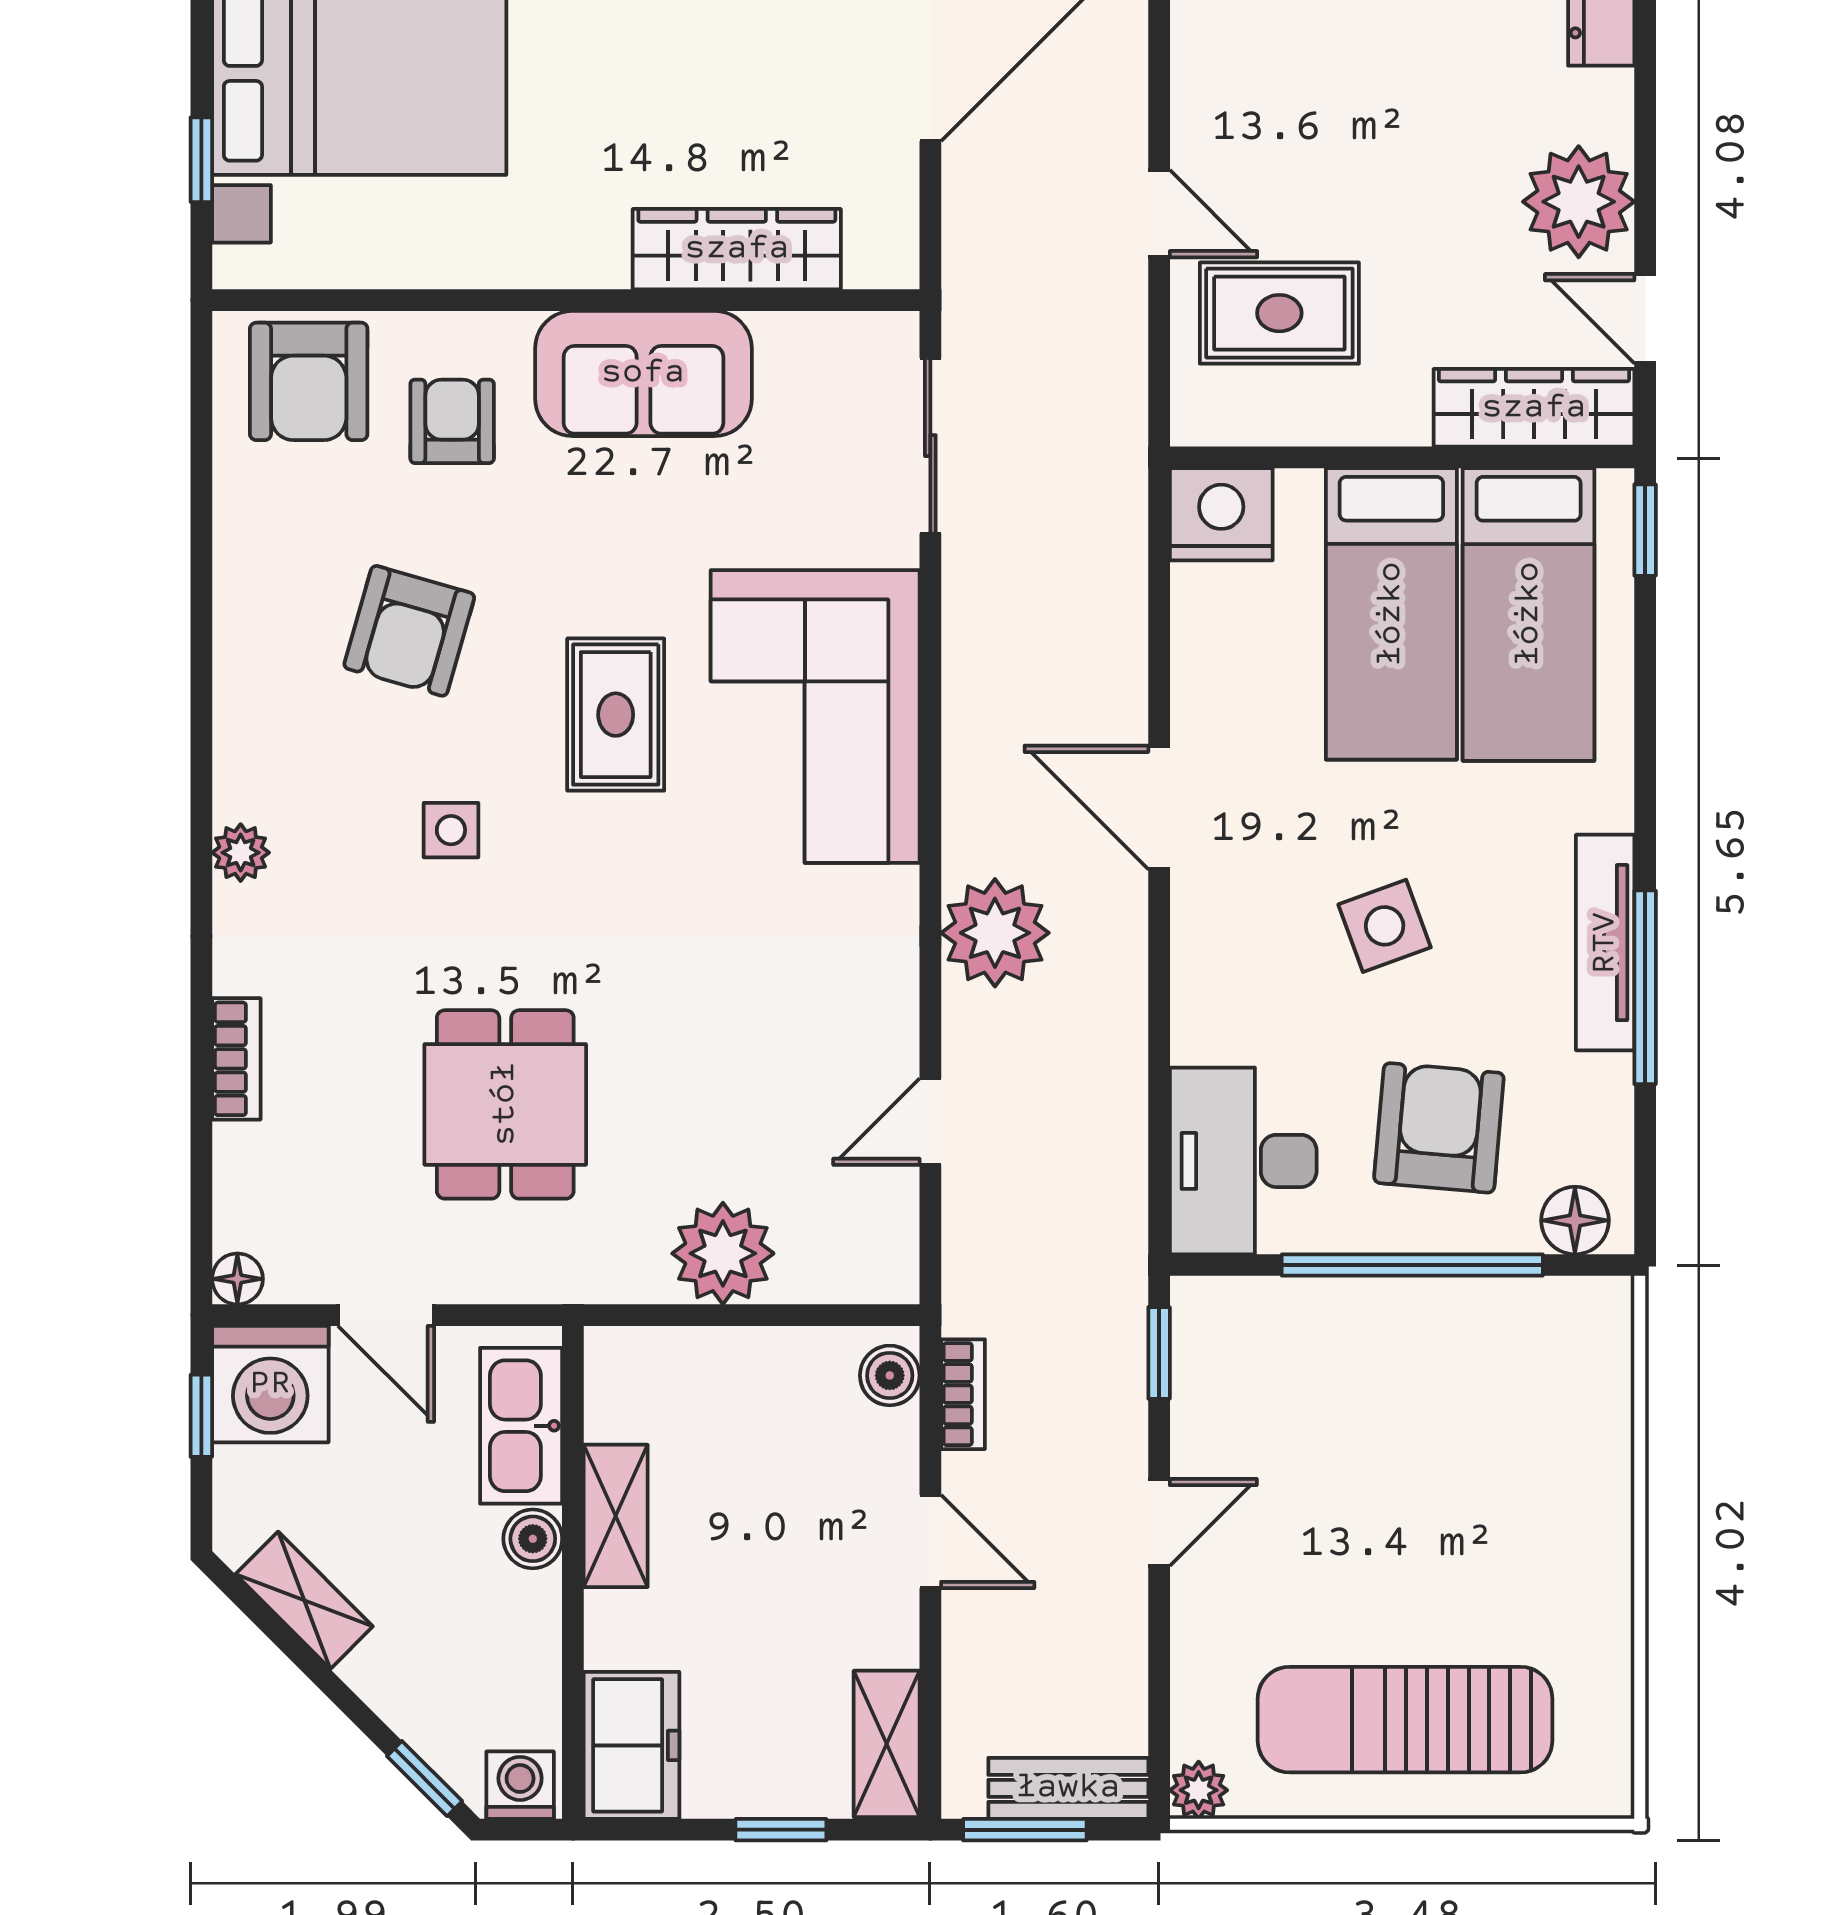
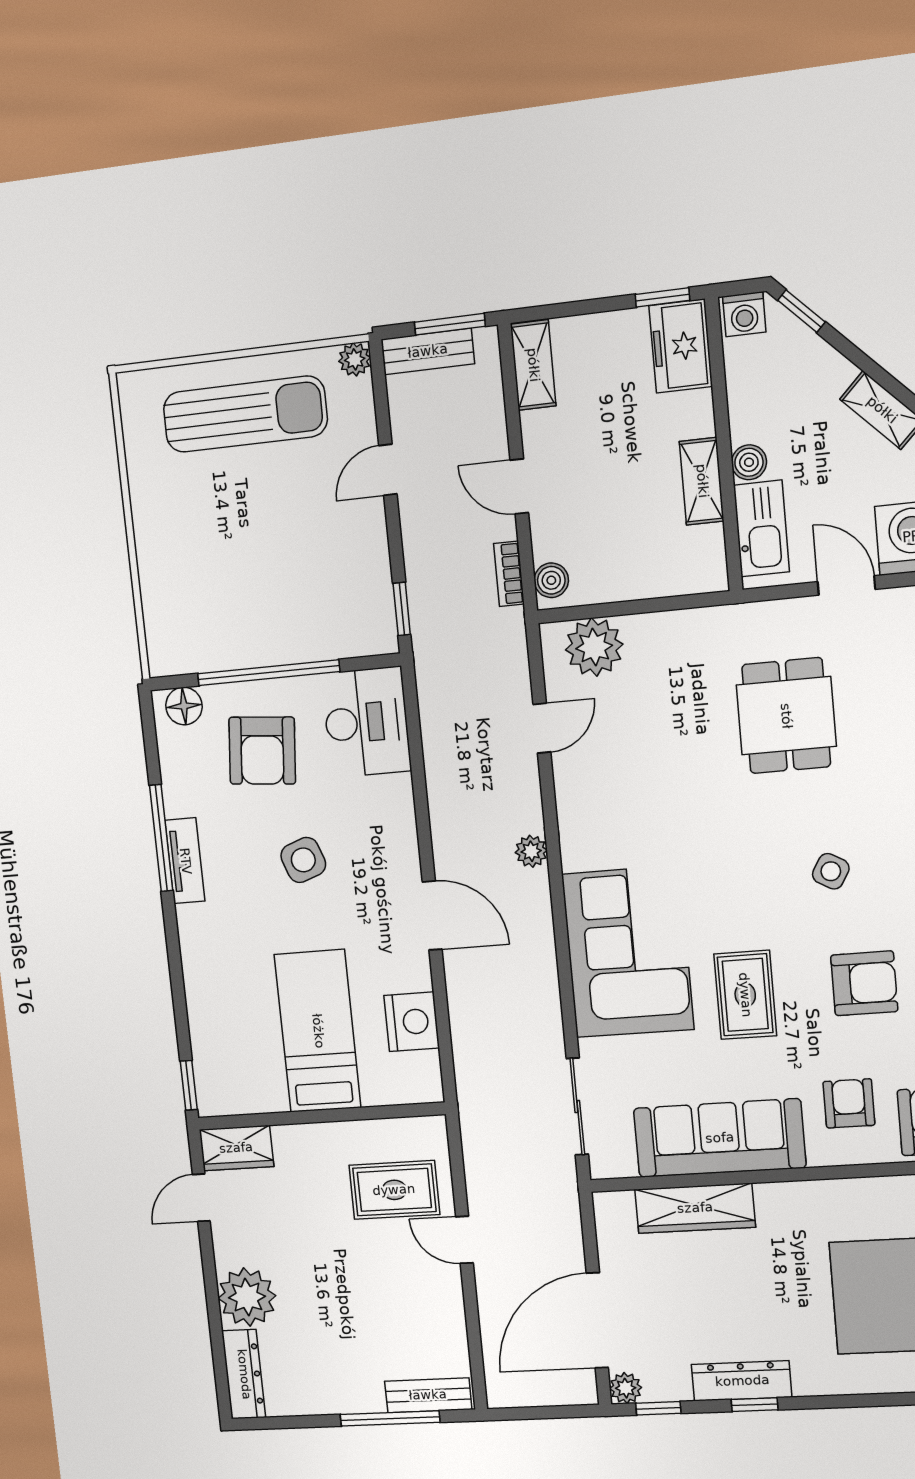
plant: (1579, 202) -> (247, 1297), moved
door: (1645, 319) -> (201, 1198), swing flipped
sofa: (643, 373) -> (720, 1138), width x1.36
wardrobe: (1534, 408) -> (236, 1148), width x0.67
armchair: (452, 421) -> (849, 1103), turned 180
nightstand: (1221, 514) -> (412, 1022), moved, turned -90
bed: (1529, 614) -> (245, 1036), removed
armchair: (409, 631) -> (864, 983), turned 74
rug: (616, 715) -> (745, 995), moved
side table: (451, 830) -> (831, 871), turned 30
plant: (995, 933) -> (531, 851), width x0.53, depth x0.53
tv unit: (1605, 943) -> (185, 861), width x0.71
plant: (723, 1253) -> (594, 647), moved
door: (1159, 1522) -> (388, 470), moved
window: (781, 1830) -> (662, 297), moved

